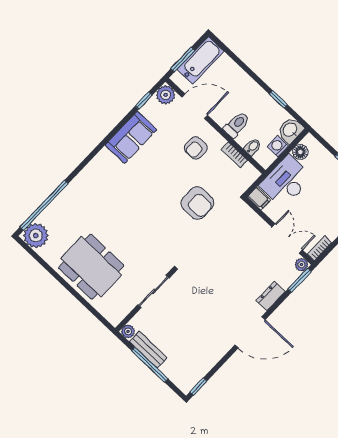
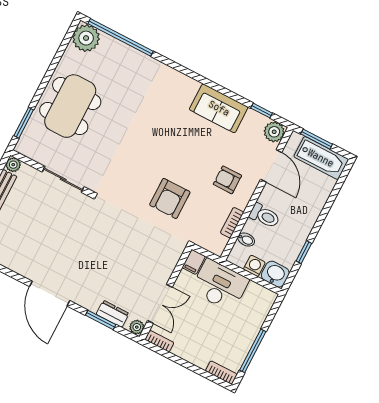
floor lamp: (300, 152) -> (255, 291), removed
window: (300, 280) -> (101, 320), moved
dresser: (271, 296) -> (113, 314), moved
window: (94, 312) -> (24, 123), added

